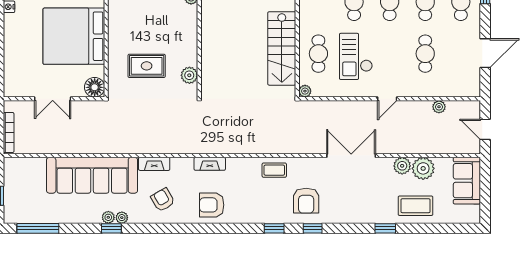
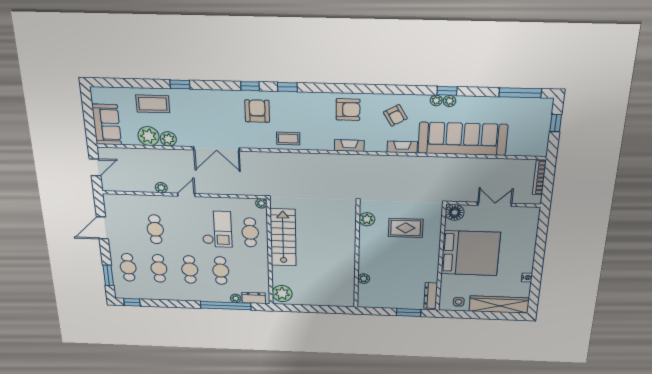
plant: (439, 107) -> (161, 188), moved
door: (485, 129) -> (95, 167), hinge flipped

